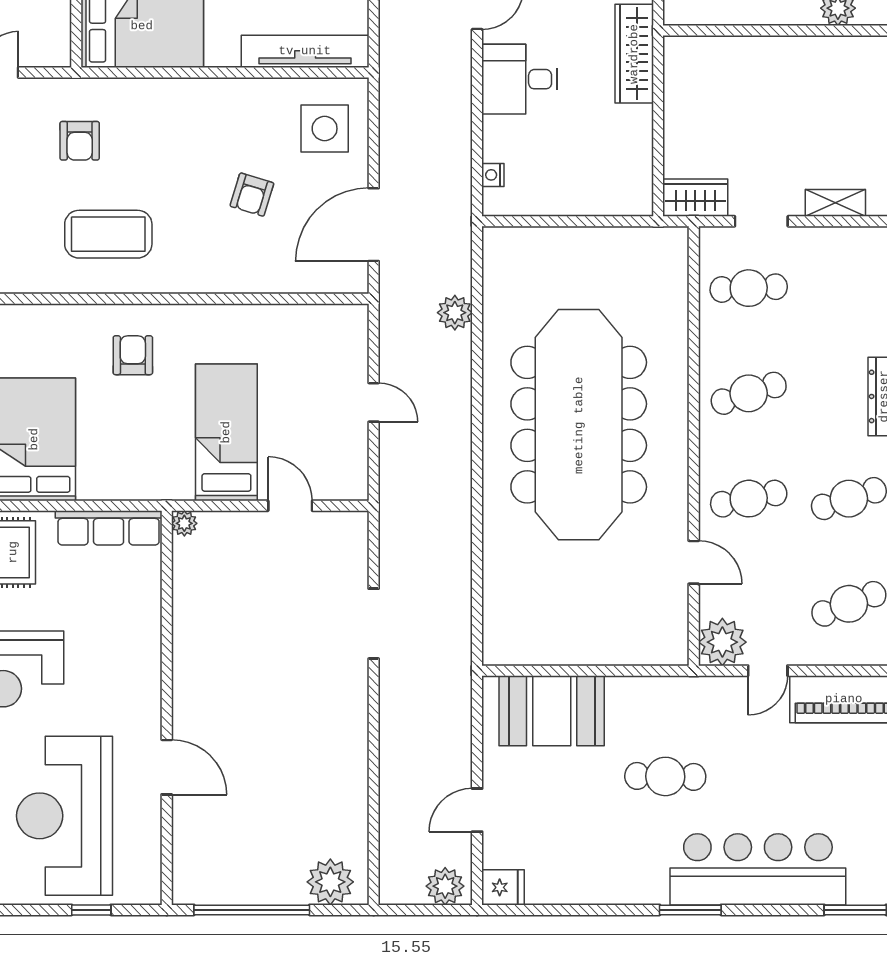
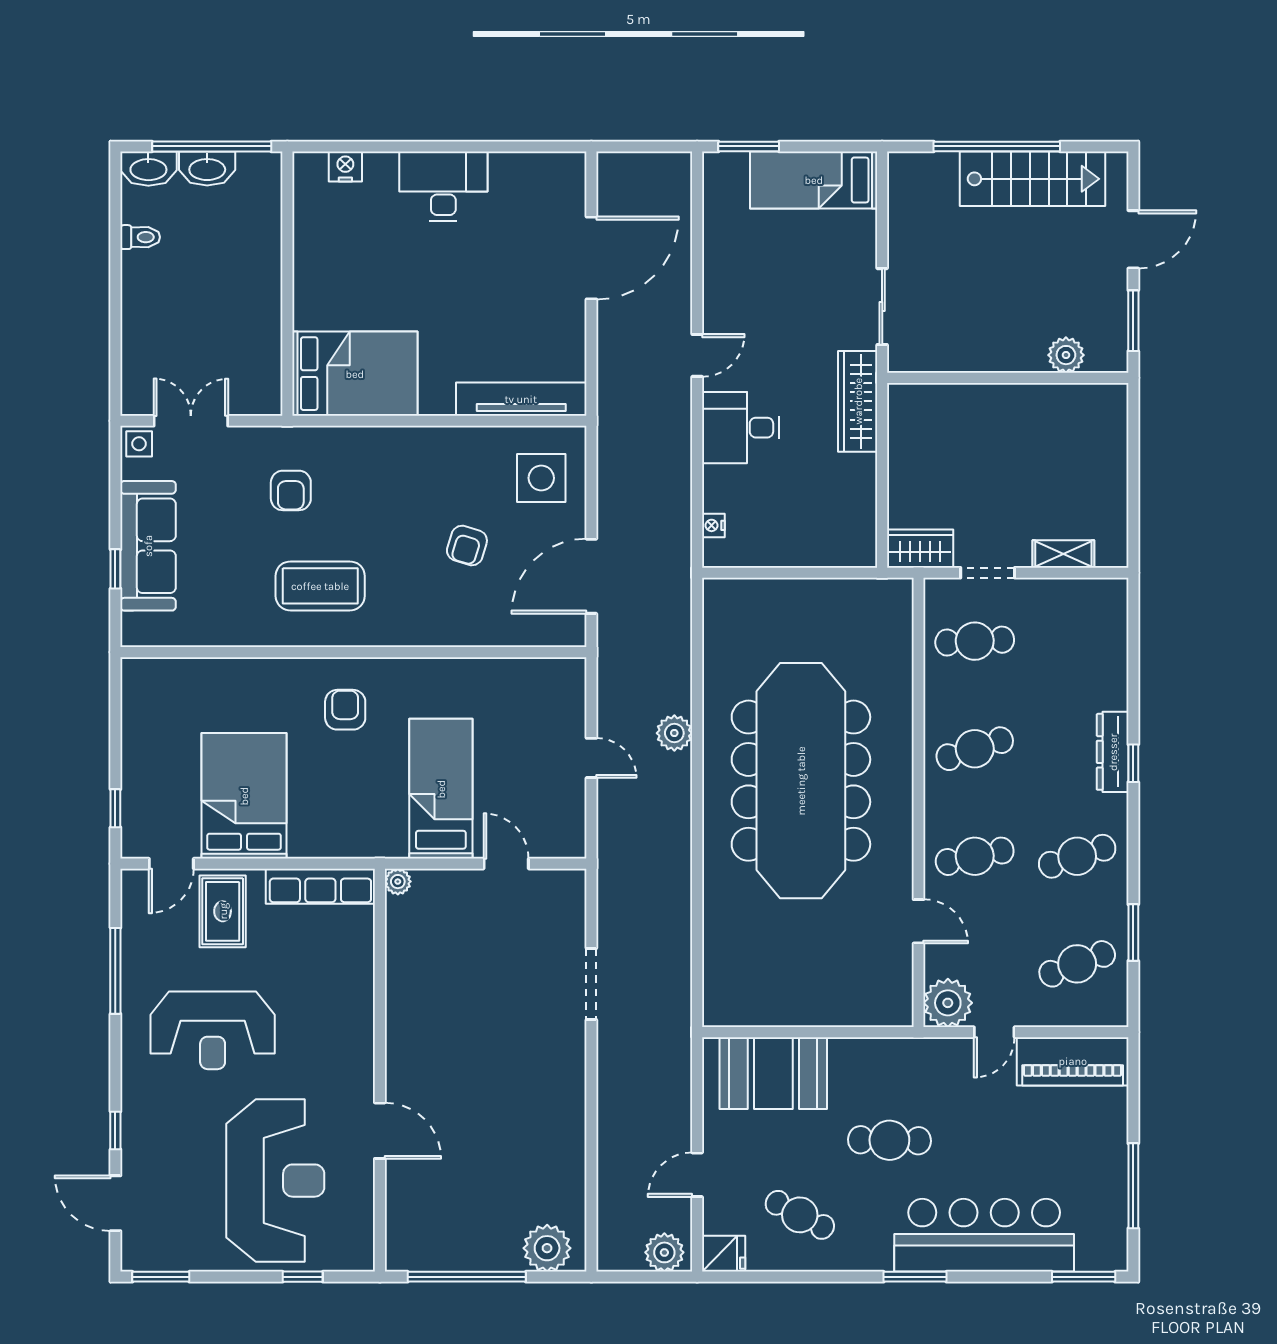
plant: (455, 313) -> (674, 733), moved
reception desk: (64, 816) -> (275, 1181), turned 180
cafe table: (578, 849) -> (800, 1215), added

